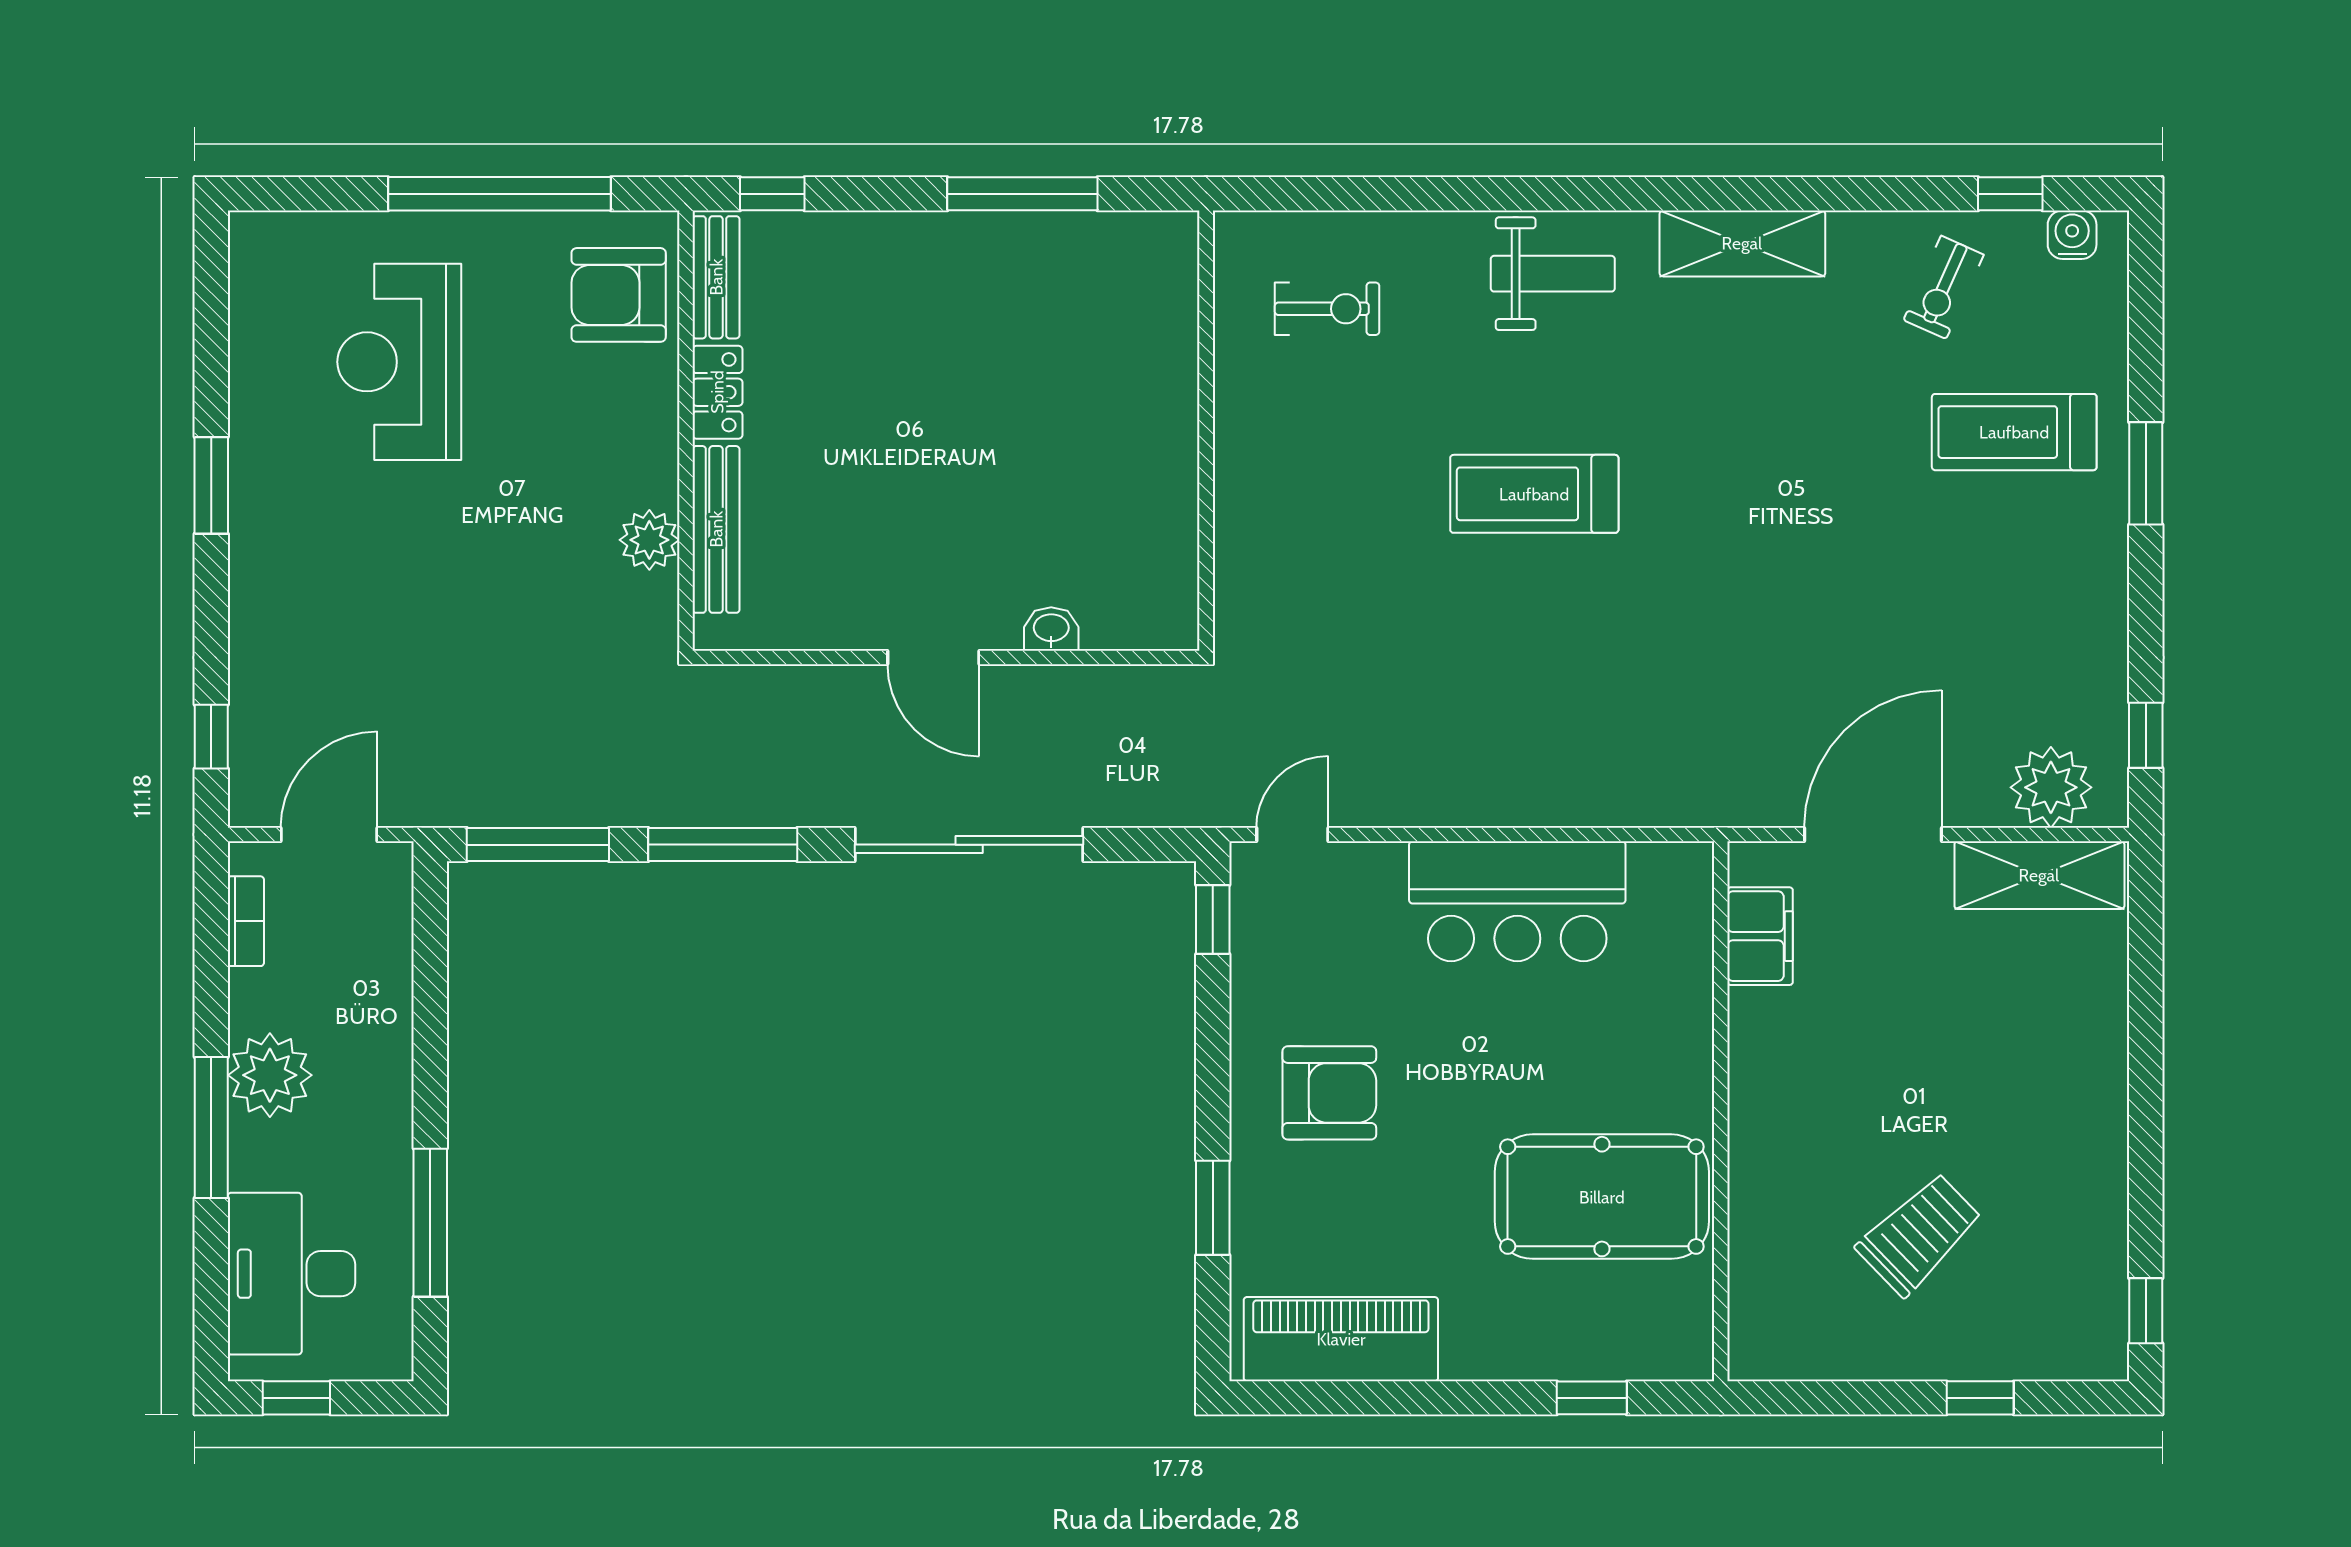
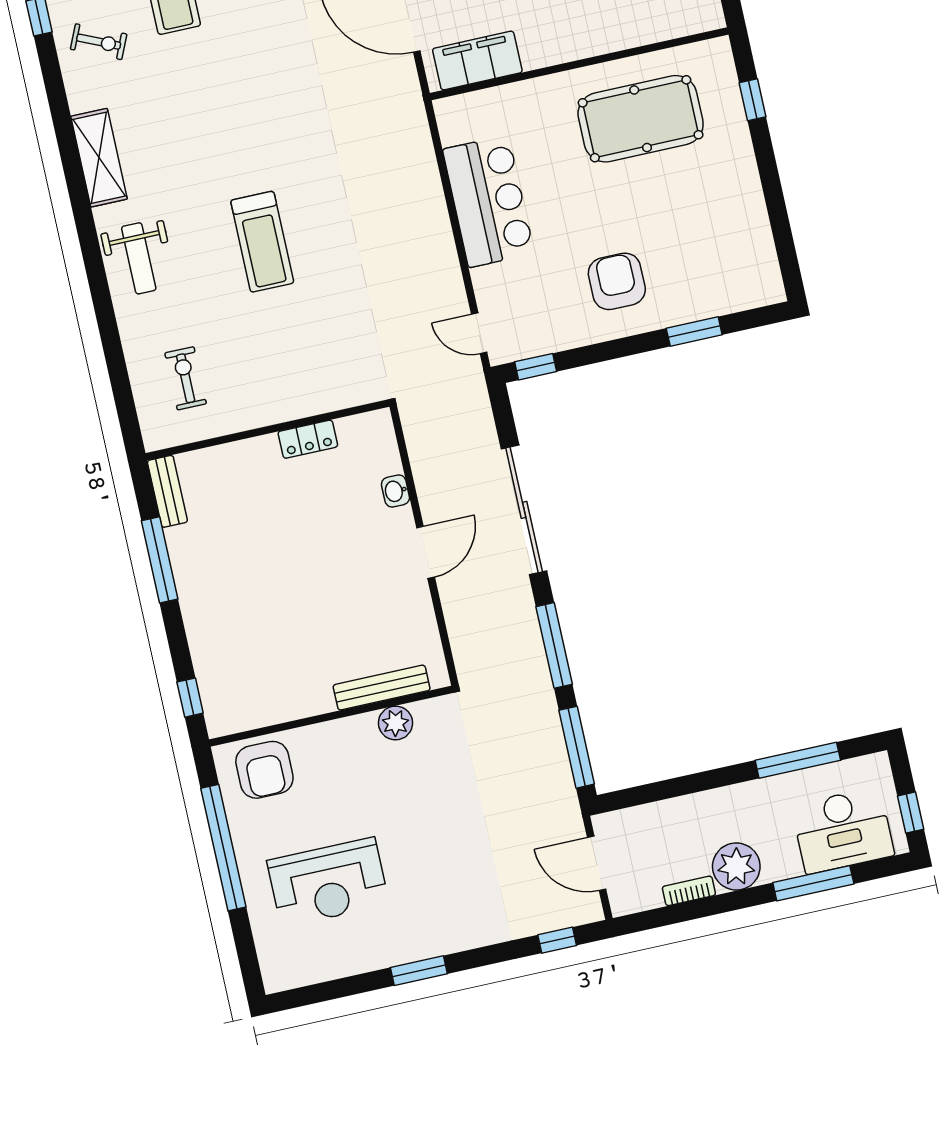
weight bench: (1553, 274) -> (139, 258), turned 180
bench: (716, 277) -> (167, 491), moved, turned 90
locker: (717, 392) -> (308, 439), moved, turned 180
bookcase: (246, 921) -> (689, 891), moved
filing cabinet: (1760, 936) -> (477, 61), width x1.50, depth x1.17
window: (211, 1128) -> (813, 883), moved
pool table: (1602, 1197) -> (641, 119), turned 90
piano: (1341, 1339) -> (751, 245), removed

